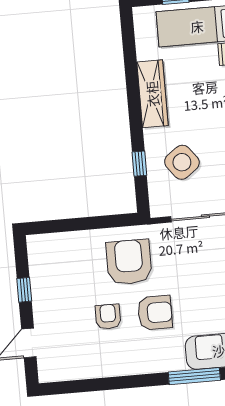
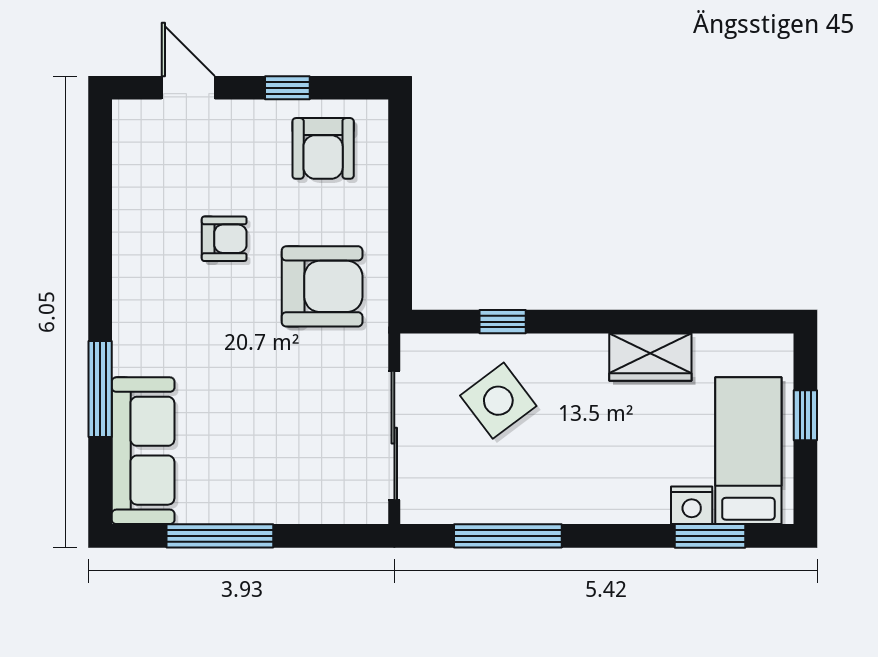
wardrobe: (152, 94) -> (650, 357), width x0.67
armchair: (155, 313) -> (323, 148), moved

